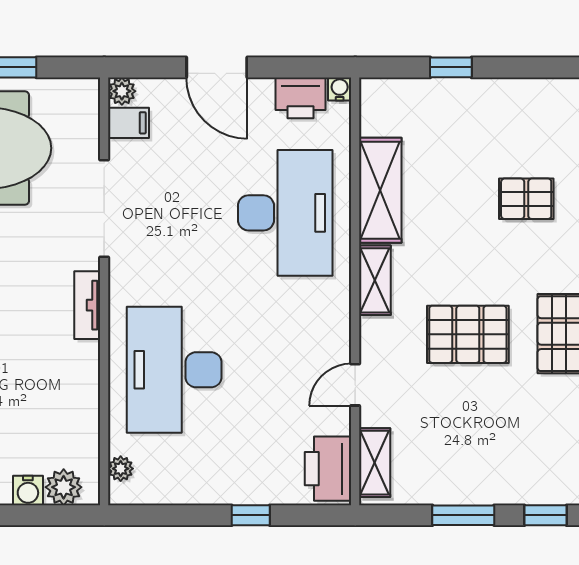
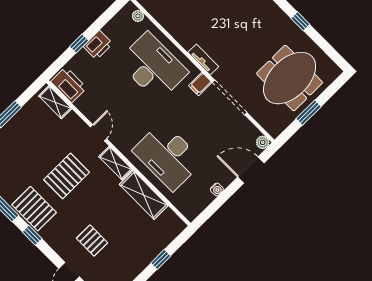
door: (217, 67) -> (251, 170), moved
water cooler: (340, 89) -> (217, 189), moved
printer: (301, 98) -> (98, 45), moved, turned 180
filing cabinet: (128, 123) -> (200, 84), moved
pallet: (526, 199) -> (92, 241), turned 90
door: (355, 385) -> (98, 133), moved

